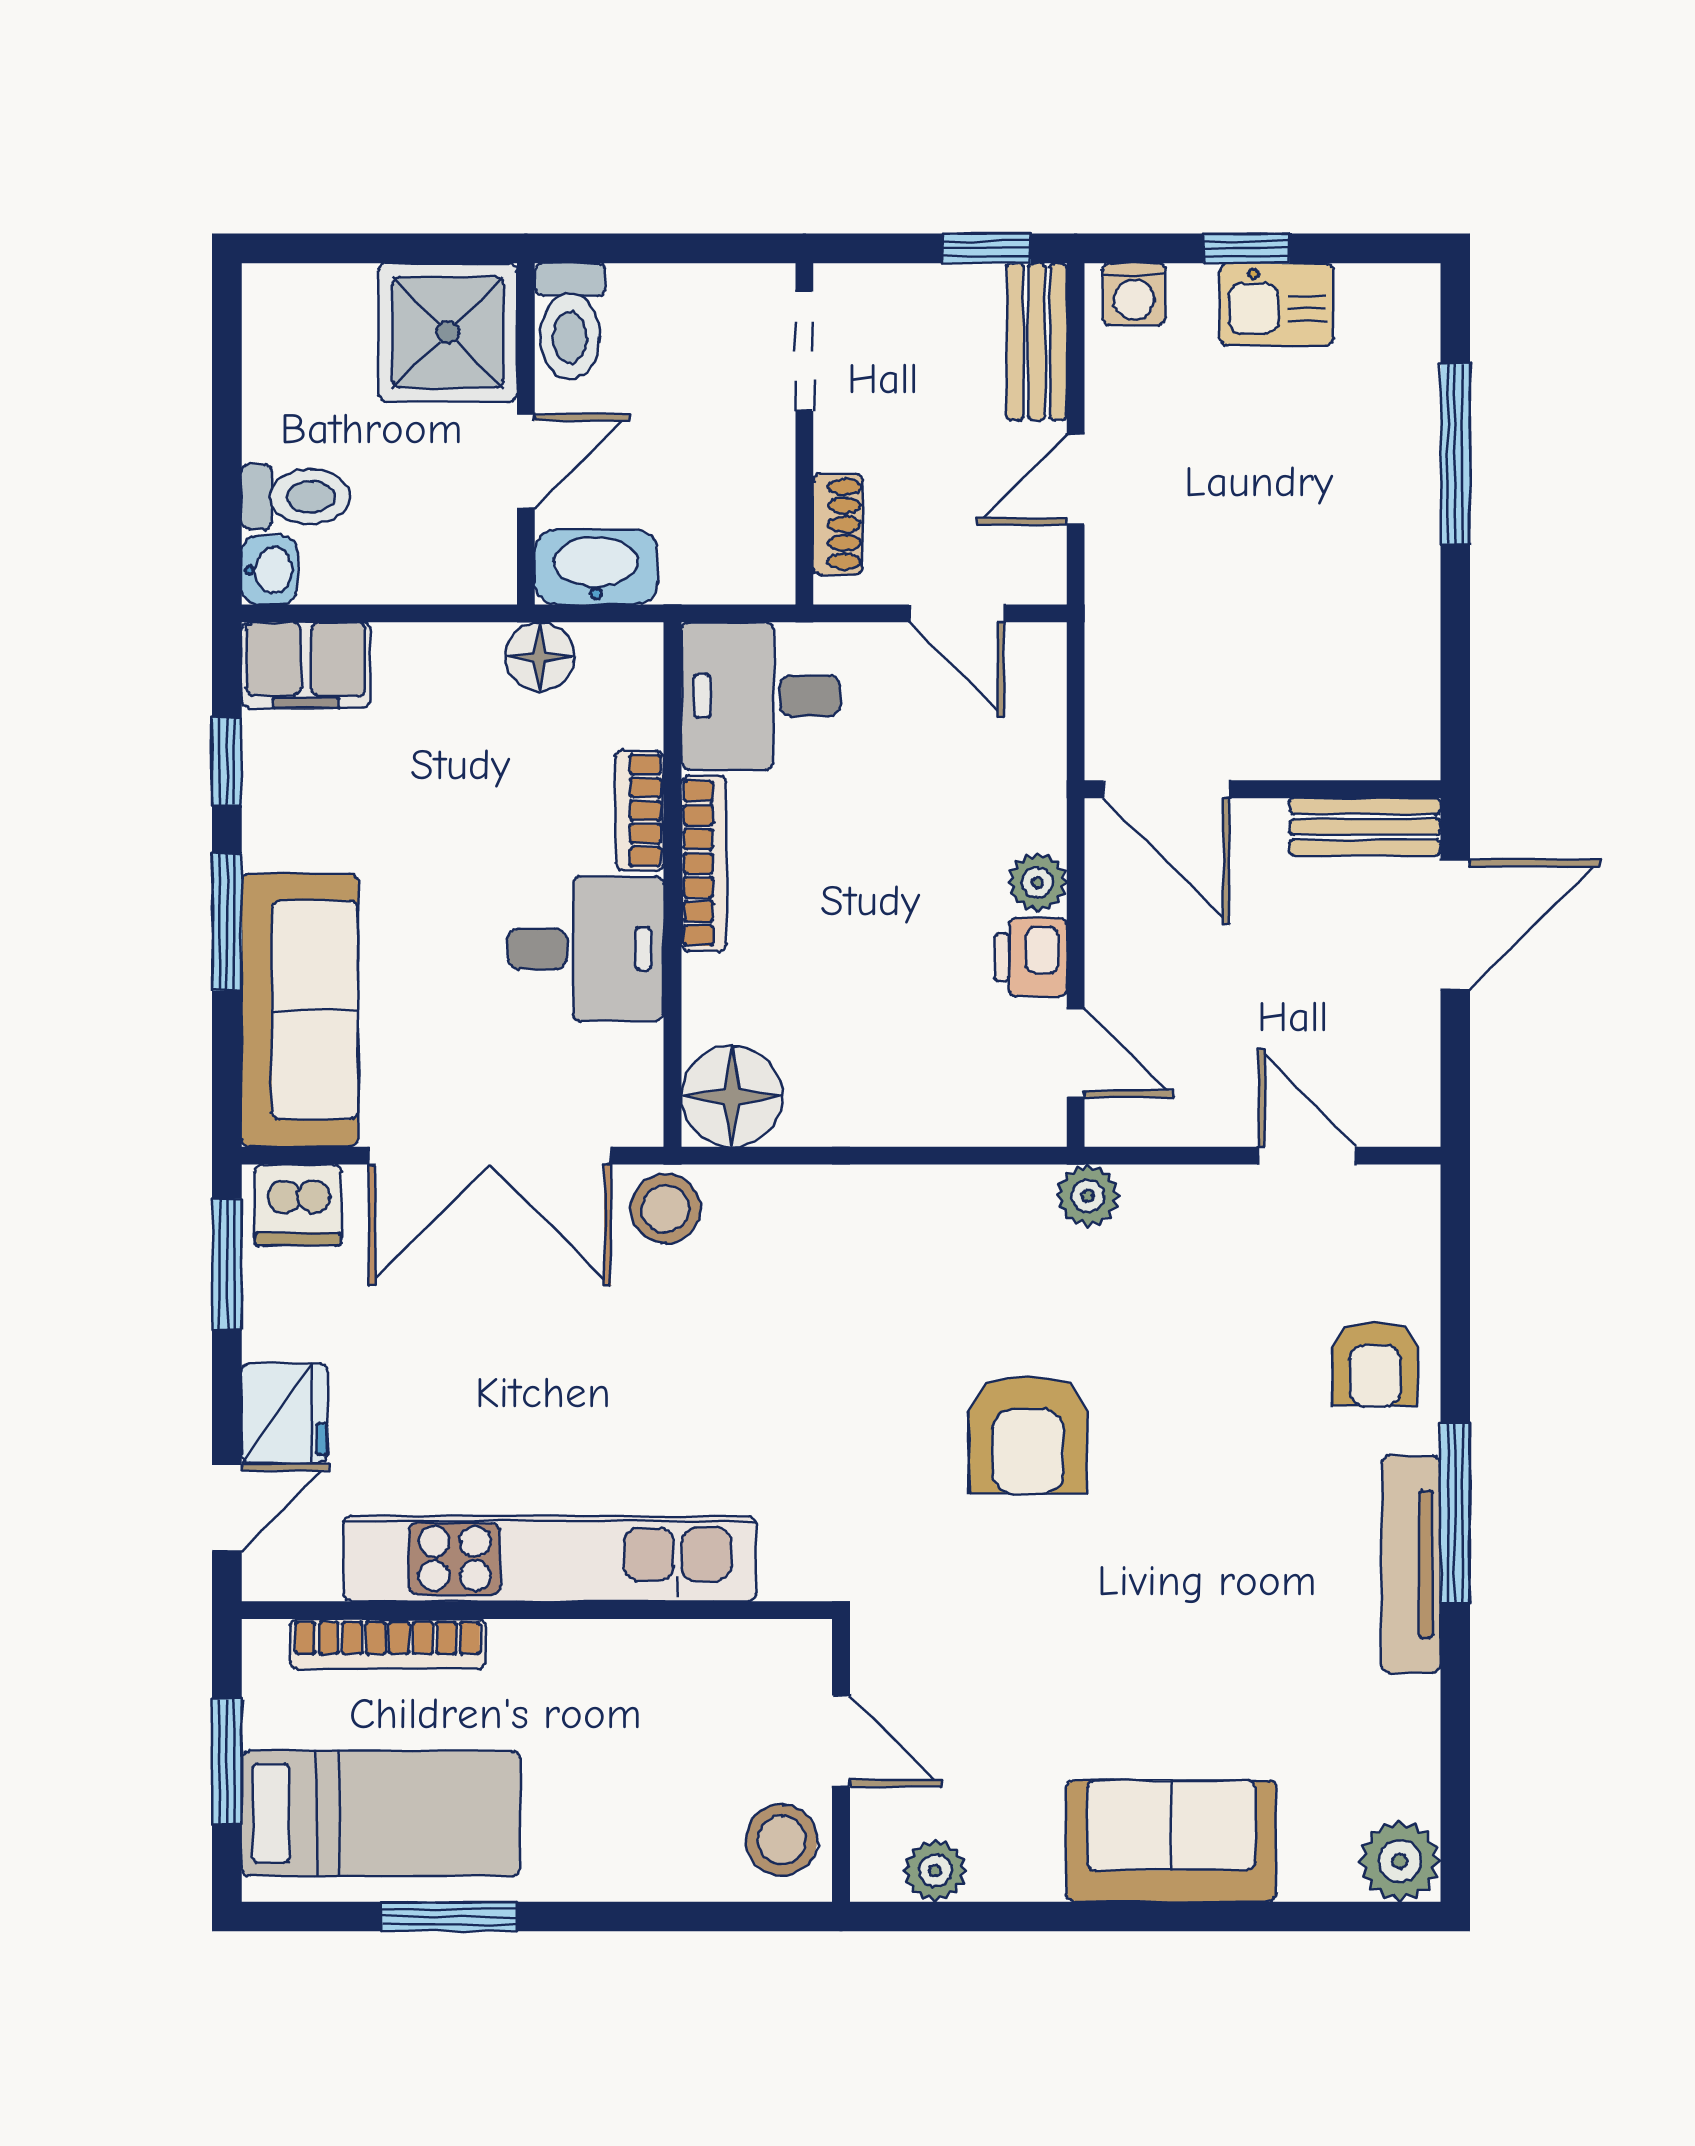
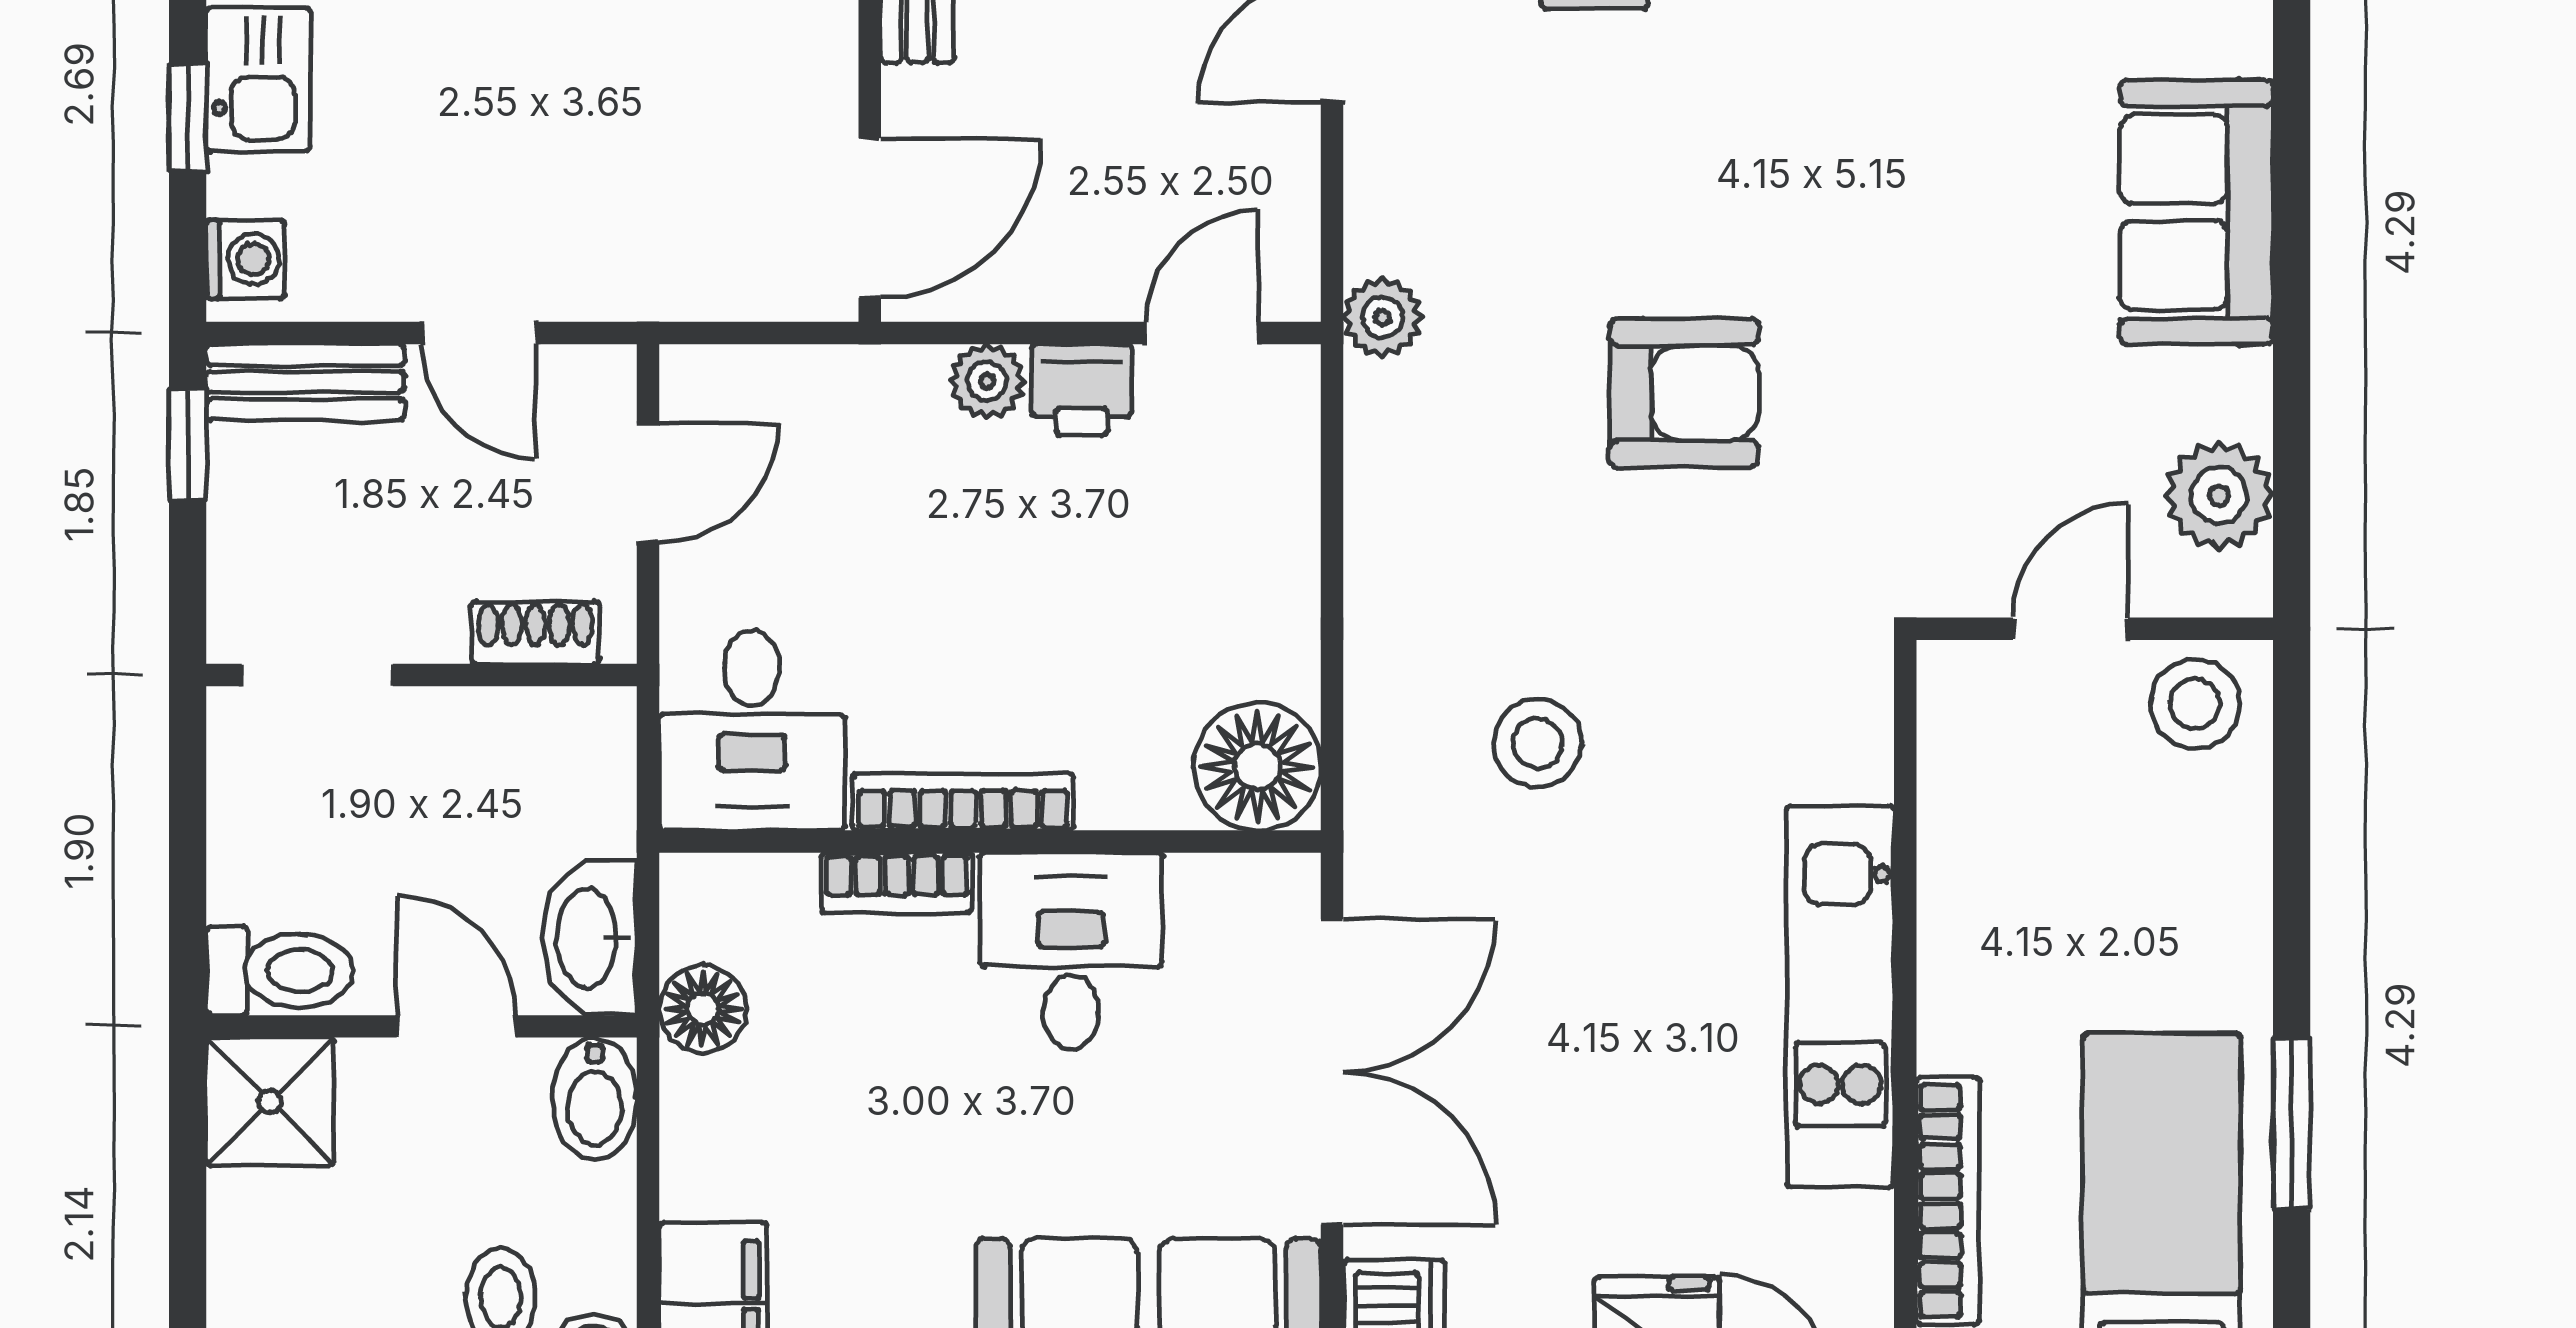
shower: (448, 332) -> (270, 1102), width x0.73, depth x0.73
bidet: (469, 571) -> (595, 1098), added
stool: (666, 1209) -> (1538, 743), moved
kitchen unit: (550, 1559) -> (1840, 997), width x0.73
plant: (935, 1871) -> (2219, 495), width x1.38, depth x1.38

